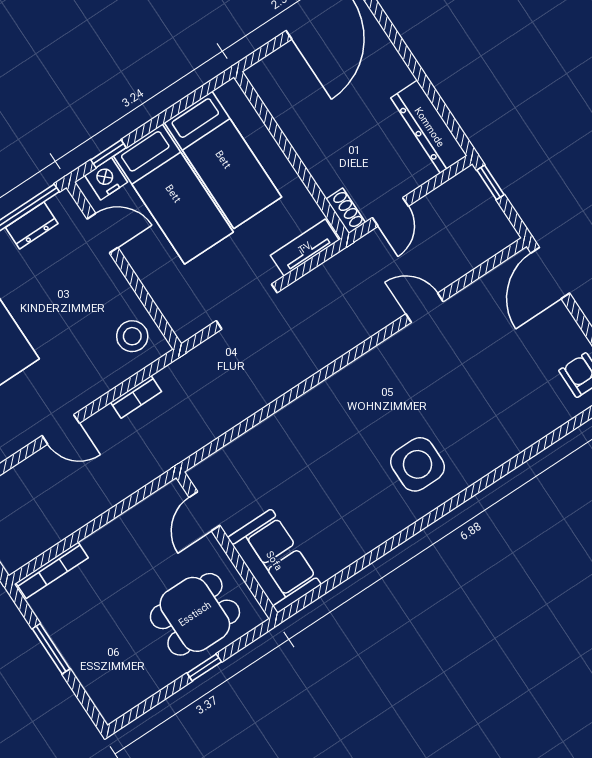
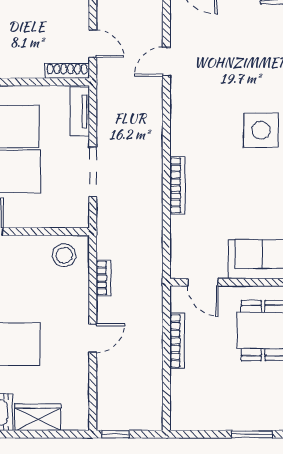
shoe rack: (346, 211) -> (67, 71), width x1.43
bookcase: (294, 411) -> (177, 185), added
bookcase: (52, 570) -> (177, 341), moved
window: (51, 649) -> (252, 434), moved

